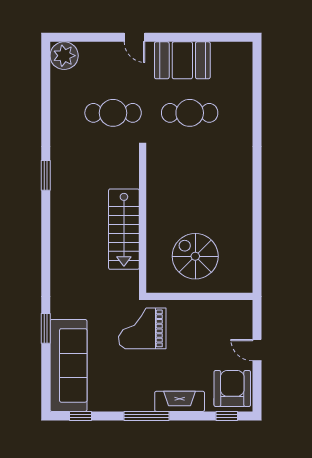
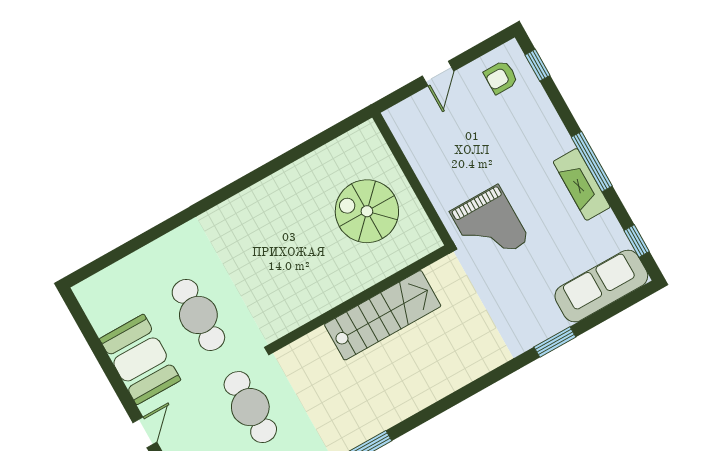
spiral stairs: (195, 256) -> (367, 211), turned 90
sofa: (68, 365) -> (601, 286), width x0.74, depth x0.79
armchair: (232, 388) -> (501, 77), width x0.53, depth x0.53
fireplace: (180, 401) -> (582, 184), moved

